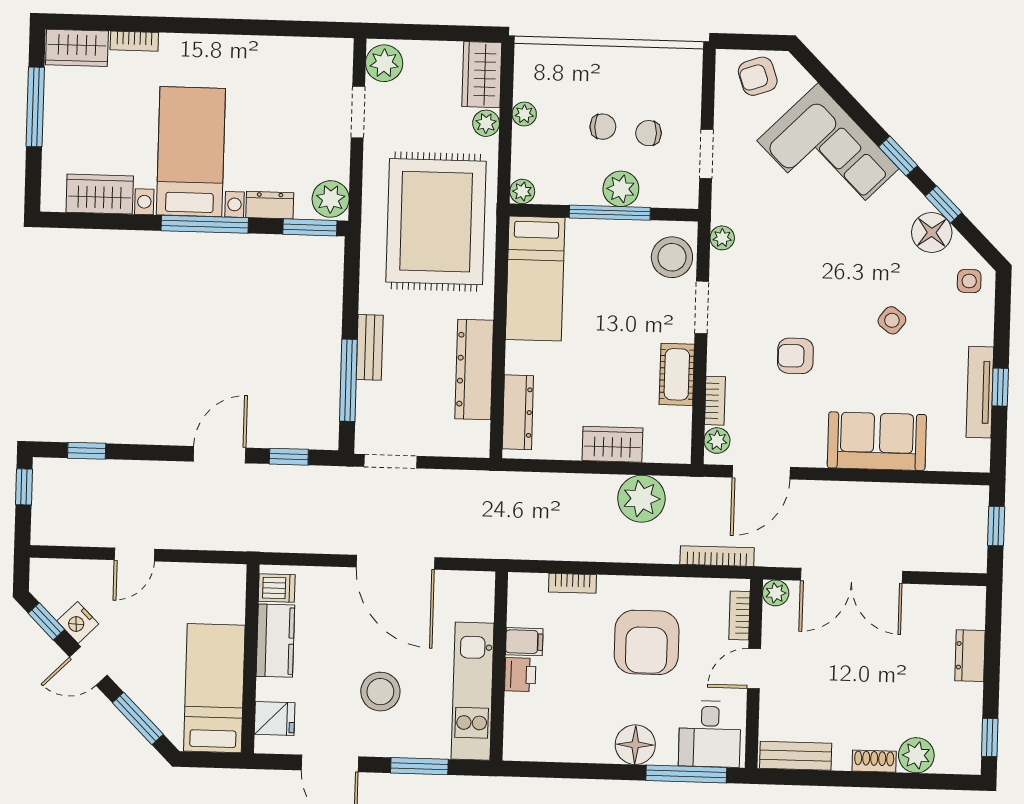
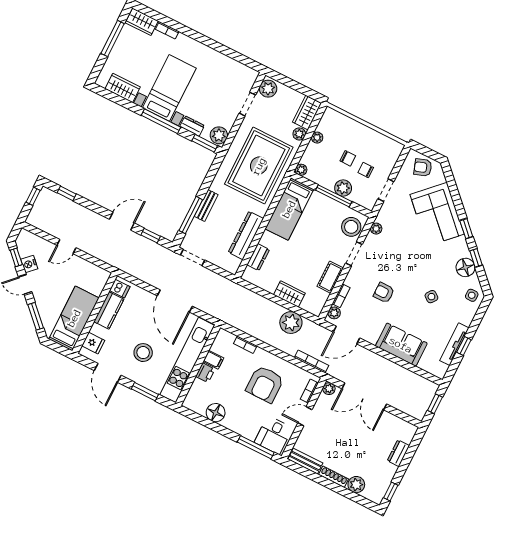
dresser: (518, 412) -> (258, 257), width x0.70
kitchen unit: (473, 691) -> (187, 360), width x1.36
floor lamp: (635, 745) -> (216, 413), moved
shoe rack: (874, 761) -> (333, 477), width x1.43

